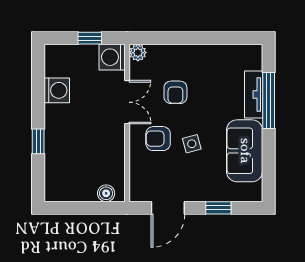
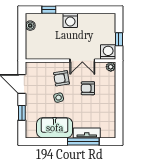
washing machine: (57, 90) -> (70, 20), moved
armchair: (158, 139) -> (62, 78), turned -99
window: (38, 141) -> (49, 10), moved
boiler: (106, 193) -> (30, 26), moved

